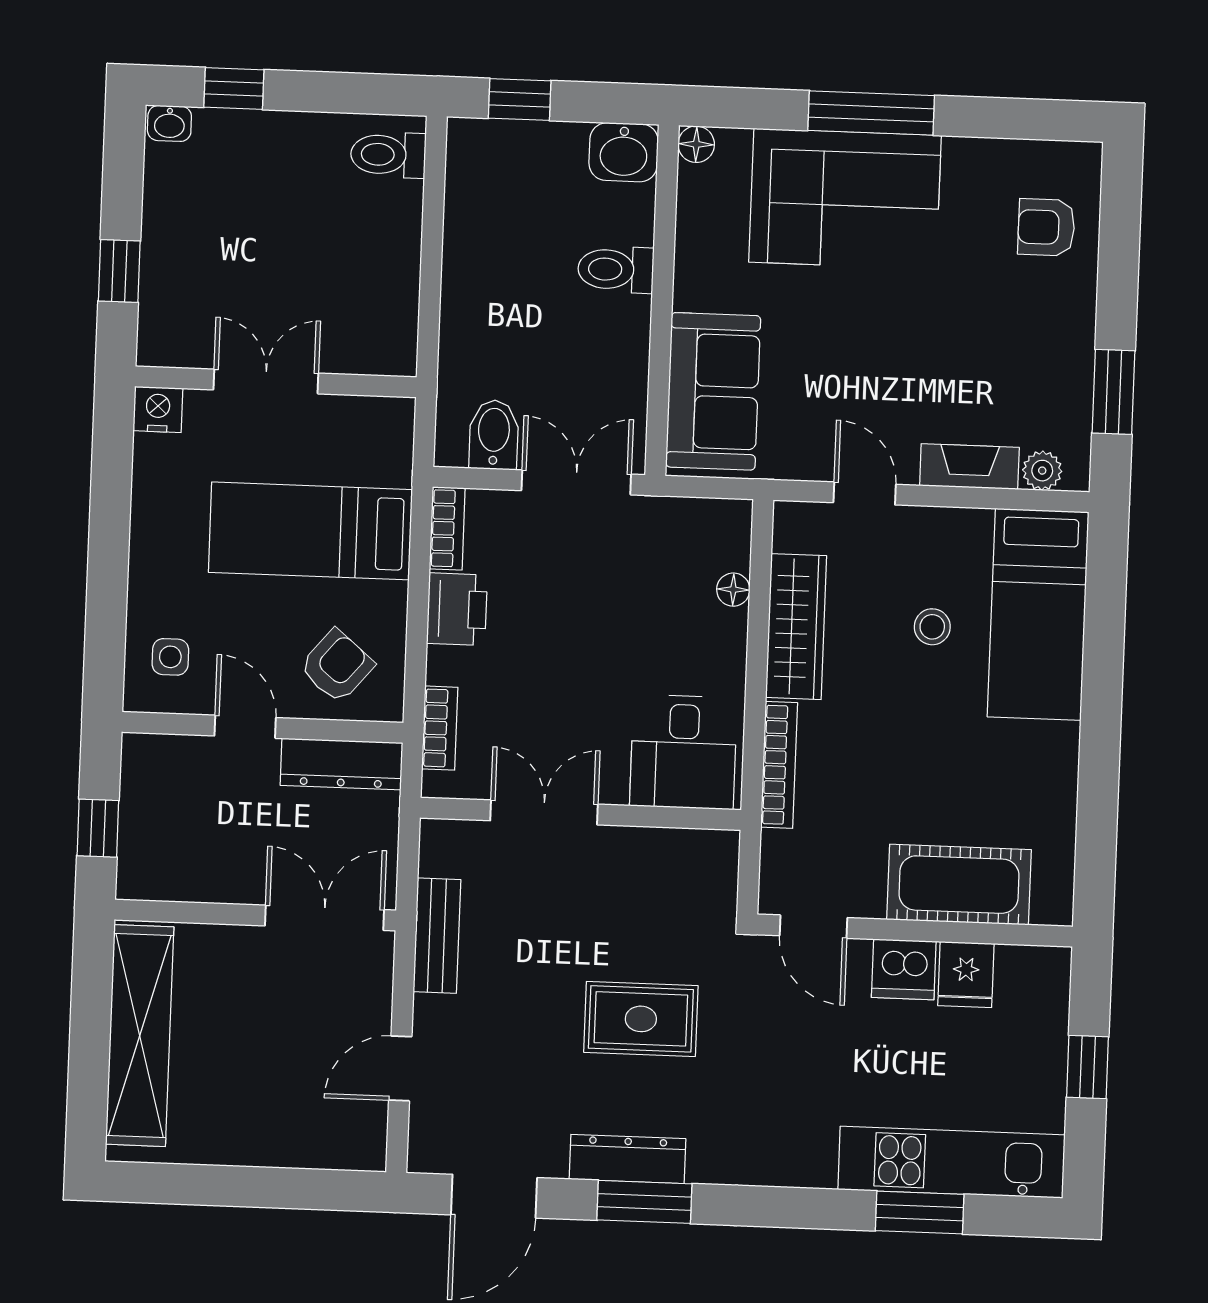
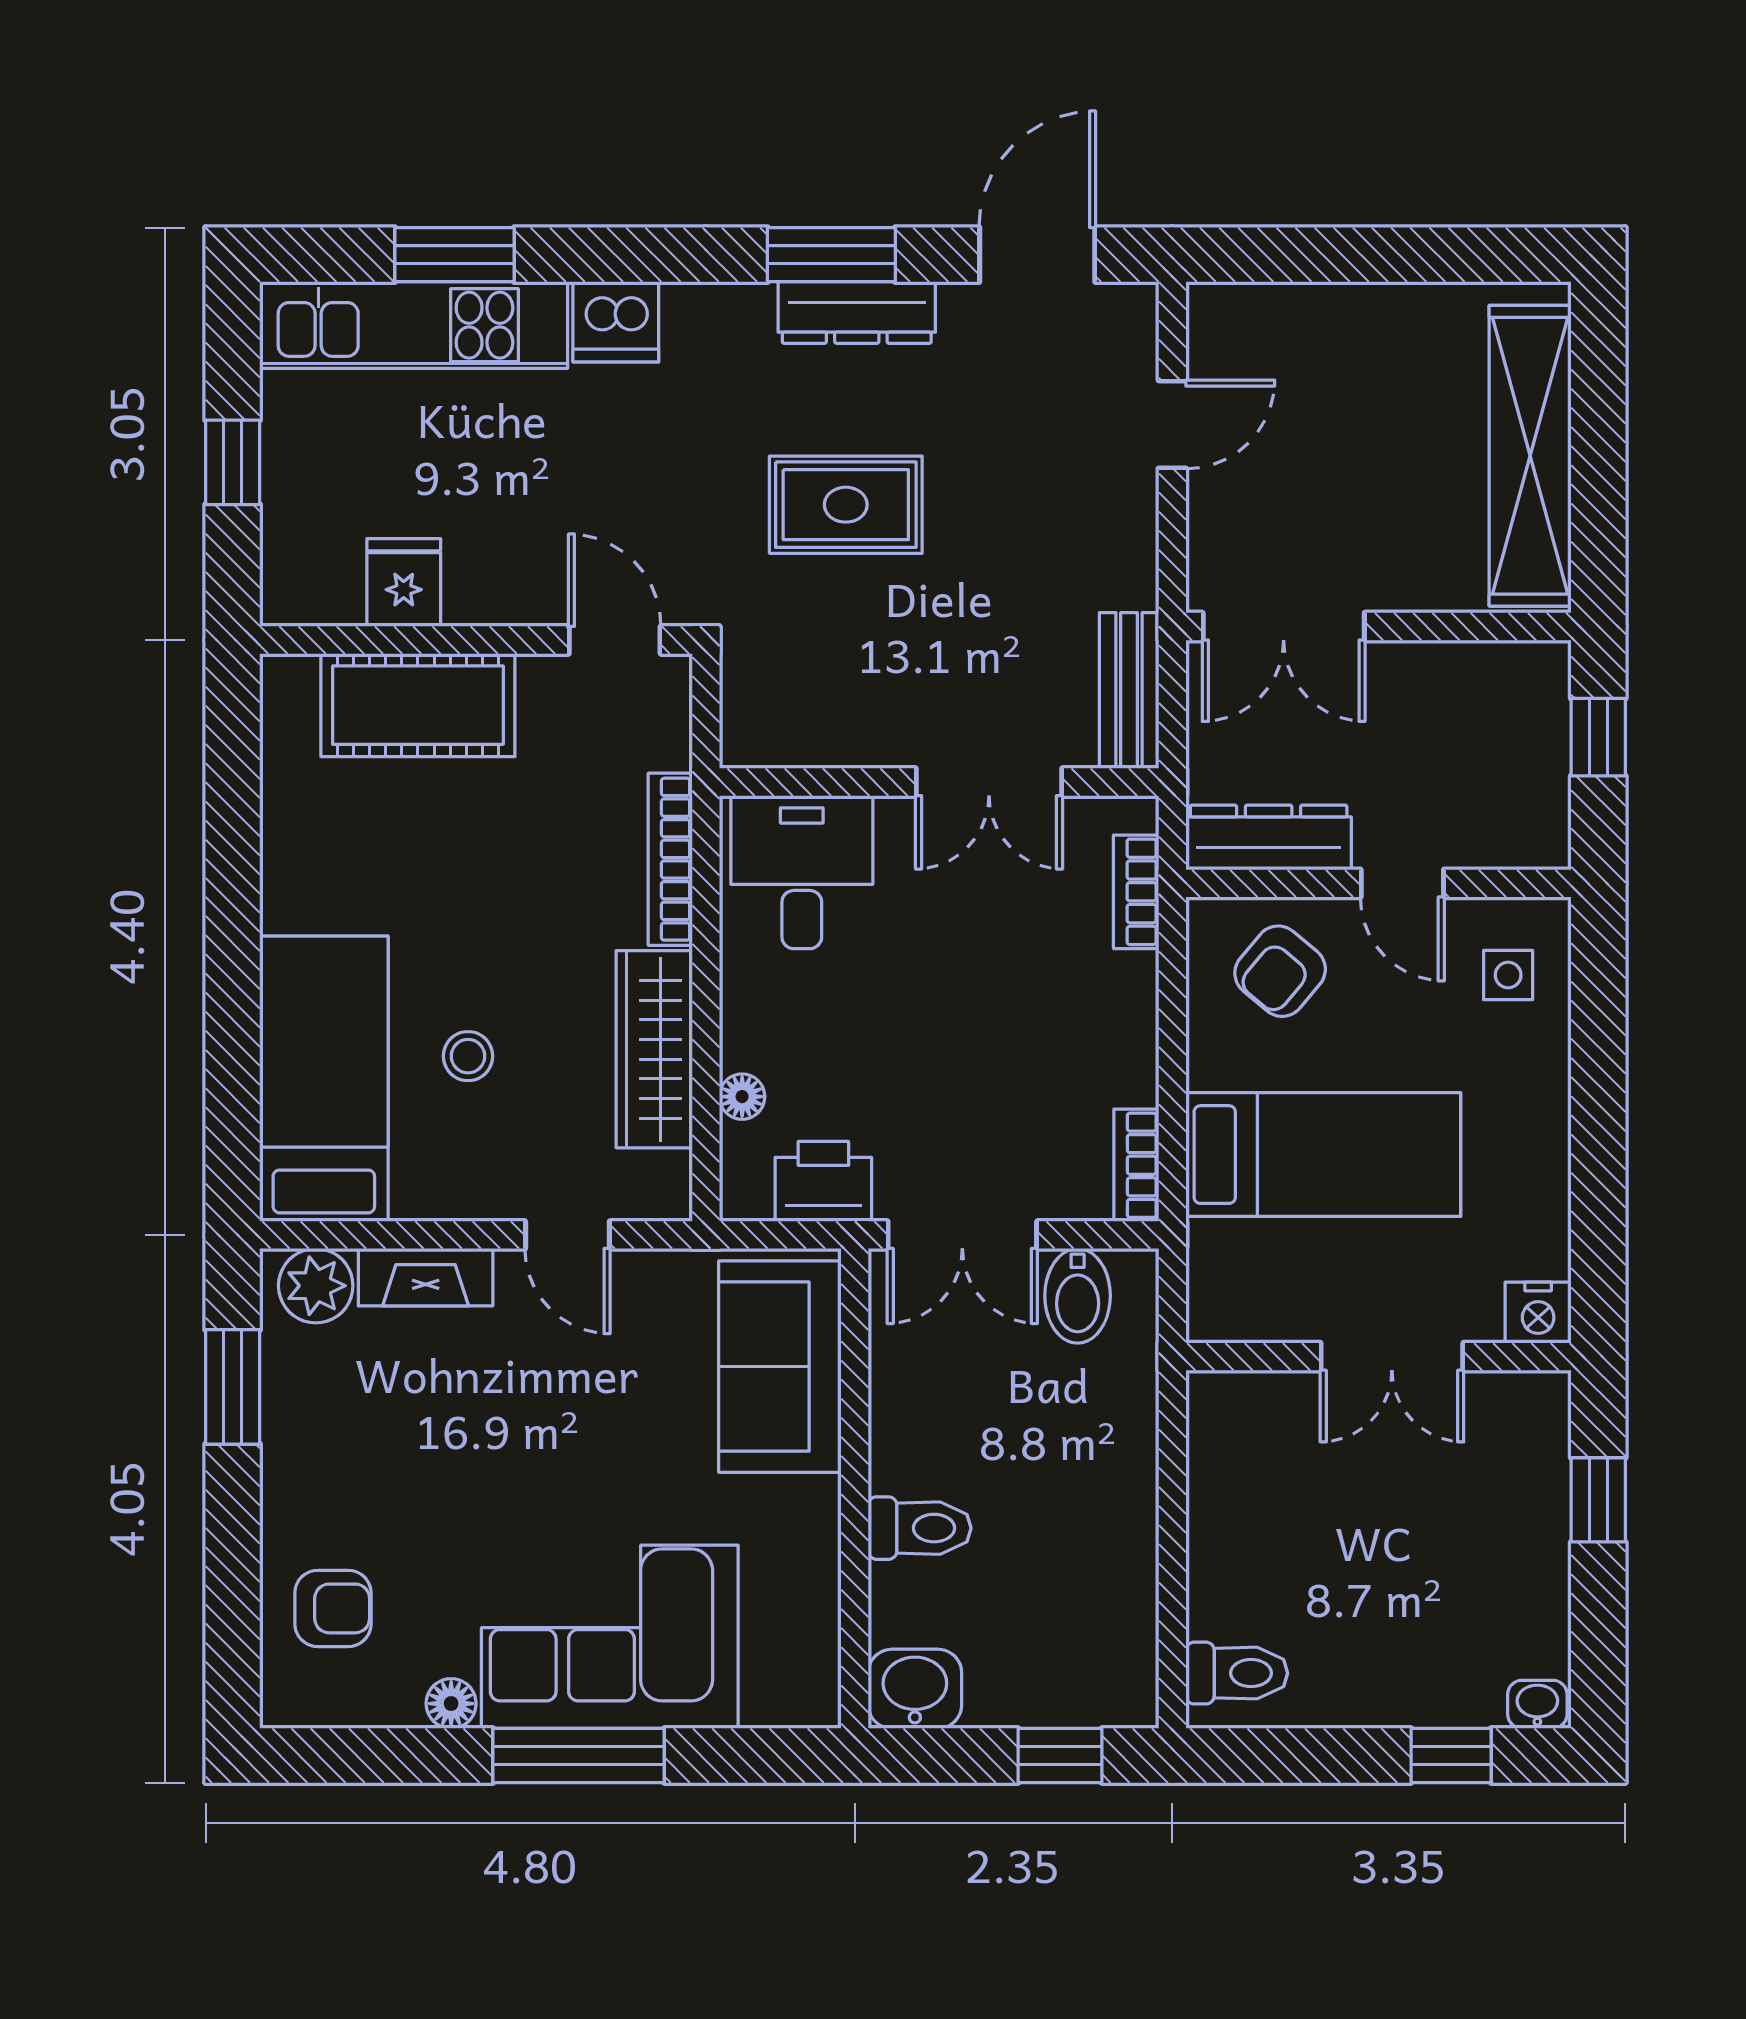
floor lamp: (696, 144) -> (451, 1704), moved
plant: (1042, 471) -> (316, 1286), width x1.38, depth x1.38
printer: (457, 609) -> (823, 1181), moved, turned 90
bench: (437, 936) -> (1129, 691), moved
dishwasher: (904, 969) -> (616, 322), moved, turned 180

